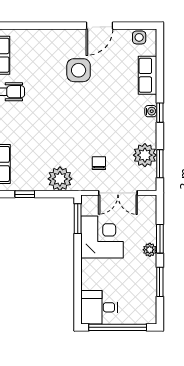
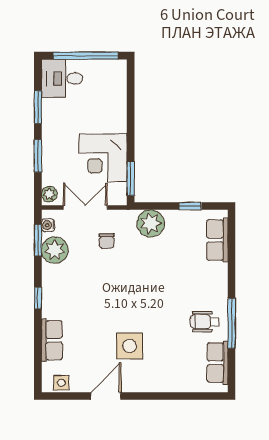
water cooler: (151, 111) -> (48, 225), moved
plant: (150, 250) -> (49, 194), moved
desk: (99, 307) -> (62, 78), moved, turned 180

